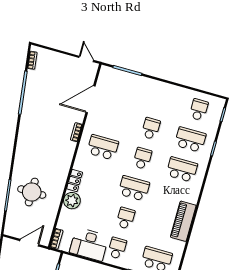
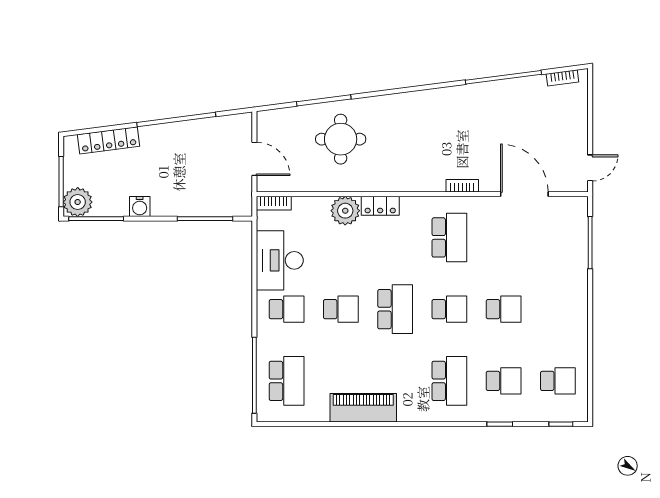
school desk: (190, 140) -> (504, 381), width x0.54

